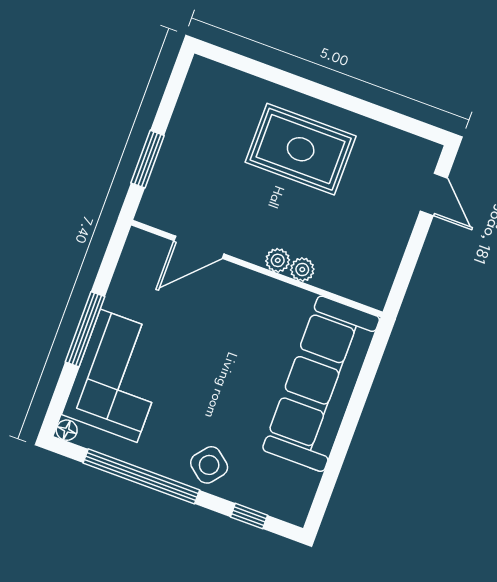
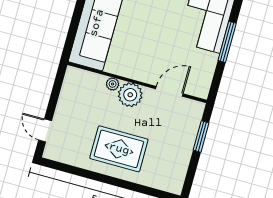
plant: (278, 260) -> (130, 95), width x1.87, depth x1.87

